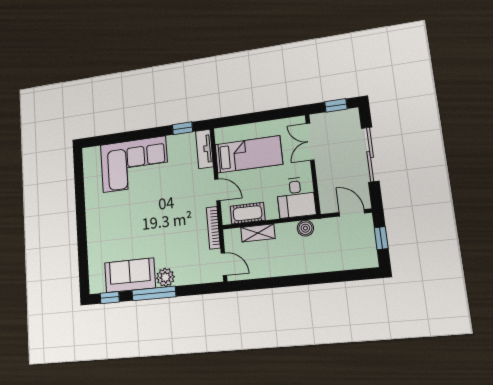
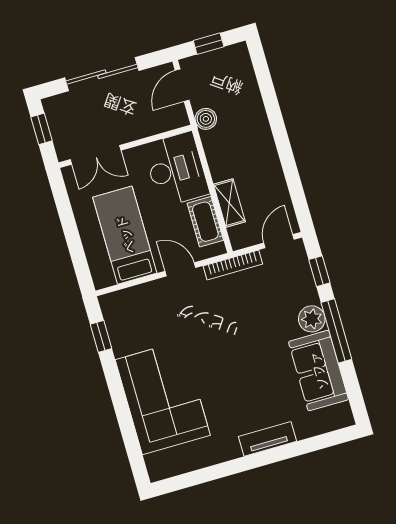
tv unit: (204, 149) -> (268, 439), moved, turned 180
door: (217, 190) -> (180, 269), hinge flipped
desk: (296, 197) -> (176, 169), width x1.37
boiler: (305, 228) -> (206, 119), moved
window: (110, 298) -> (319, 271), moved

